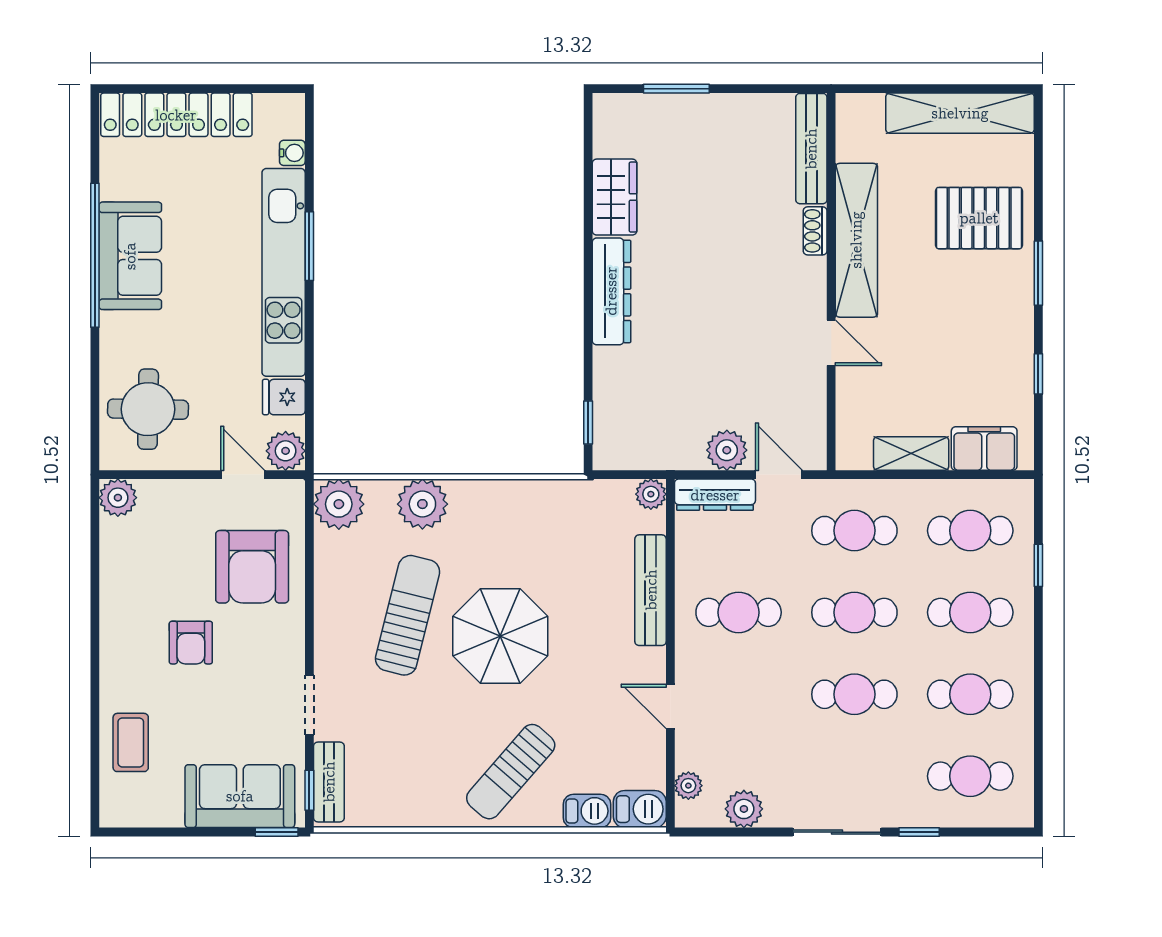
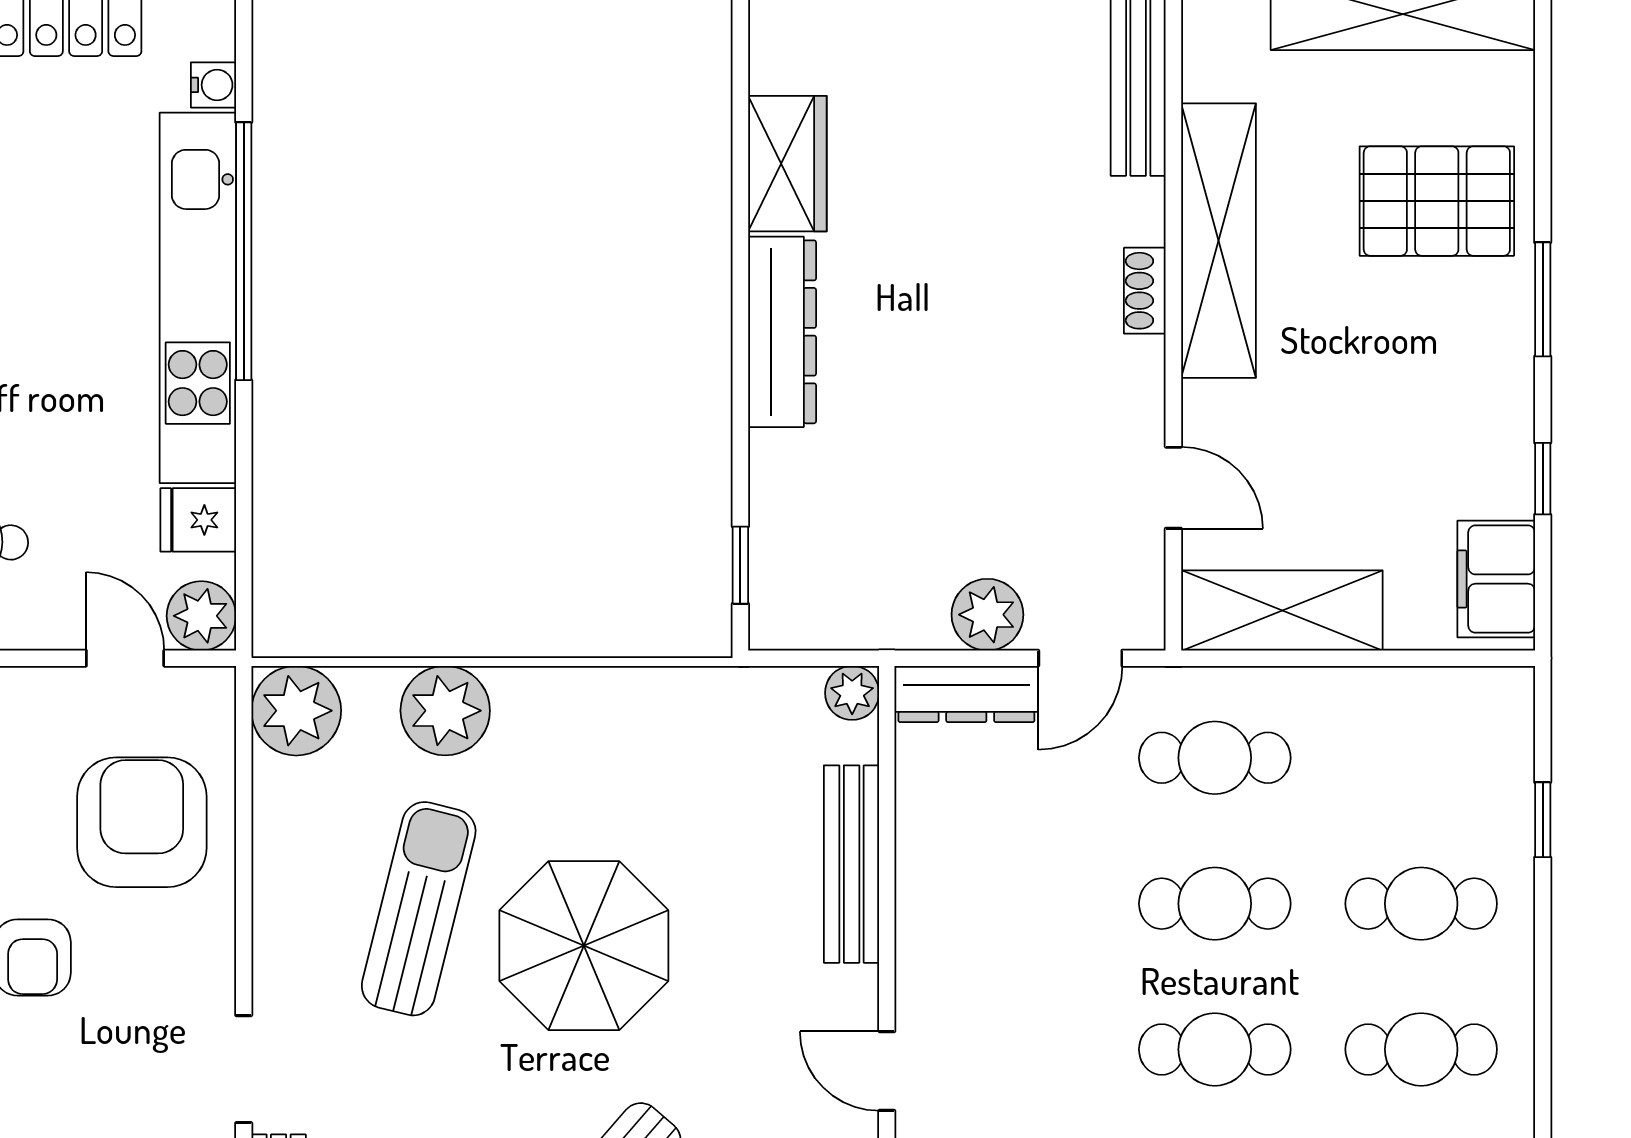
shoe rack: (815, 231) -> (1145, 291), moved
window: (309, 246) -> (244, 251), width x2.11
door: (831, 343) -> (1173, 488), moved
filing cabinet: (984, 449) -> (1496, 579), moved, turned -90
shelving: (911, 453) -> (1282, 610), width x1.50, depth x1.33
door: (779, 475) -> (1080, 658), swing flipped
cafe table: (970, 531) -> (1421, 758), removed
armchair: (252, 567) -> (142, 822), turned 180
cafe table: (739, 612) -> (1008, 904), removed

